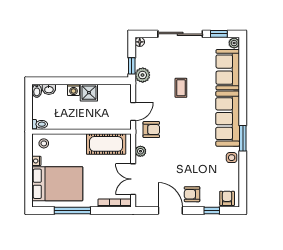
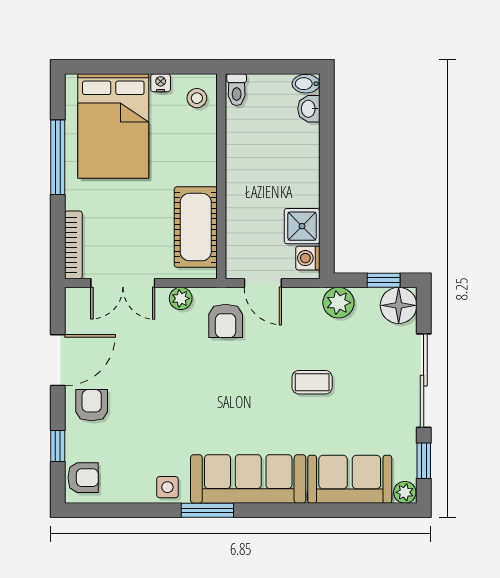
floor lamp: (140, 42) -> (399, 305), width x1.89, depth x1.89
window: (132, 66) -> (384, 280), moved
washing machine: (74, 90) -> (308, 258), moved
shower: (89, 93) -> (302, 226), moved
double door: (133, 179) -> (123, 283), swing flipped

